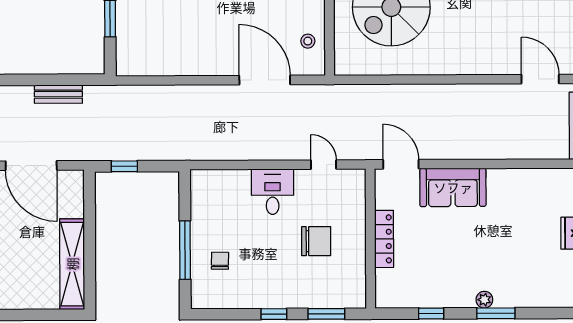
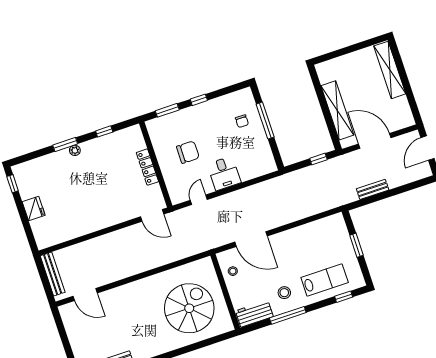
door: (324, 165) -> (199, 200), swing flipped
sofa: (453, 187) -> (116, 212), removed
chair: (316, 241) -> (188, 152), turned 180
shelving: (72, 264) -> (337, 110), moved

